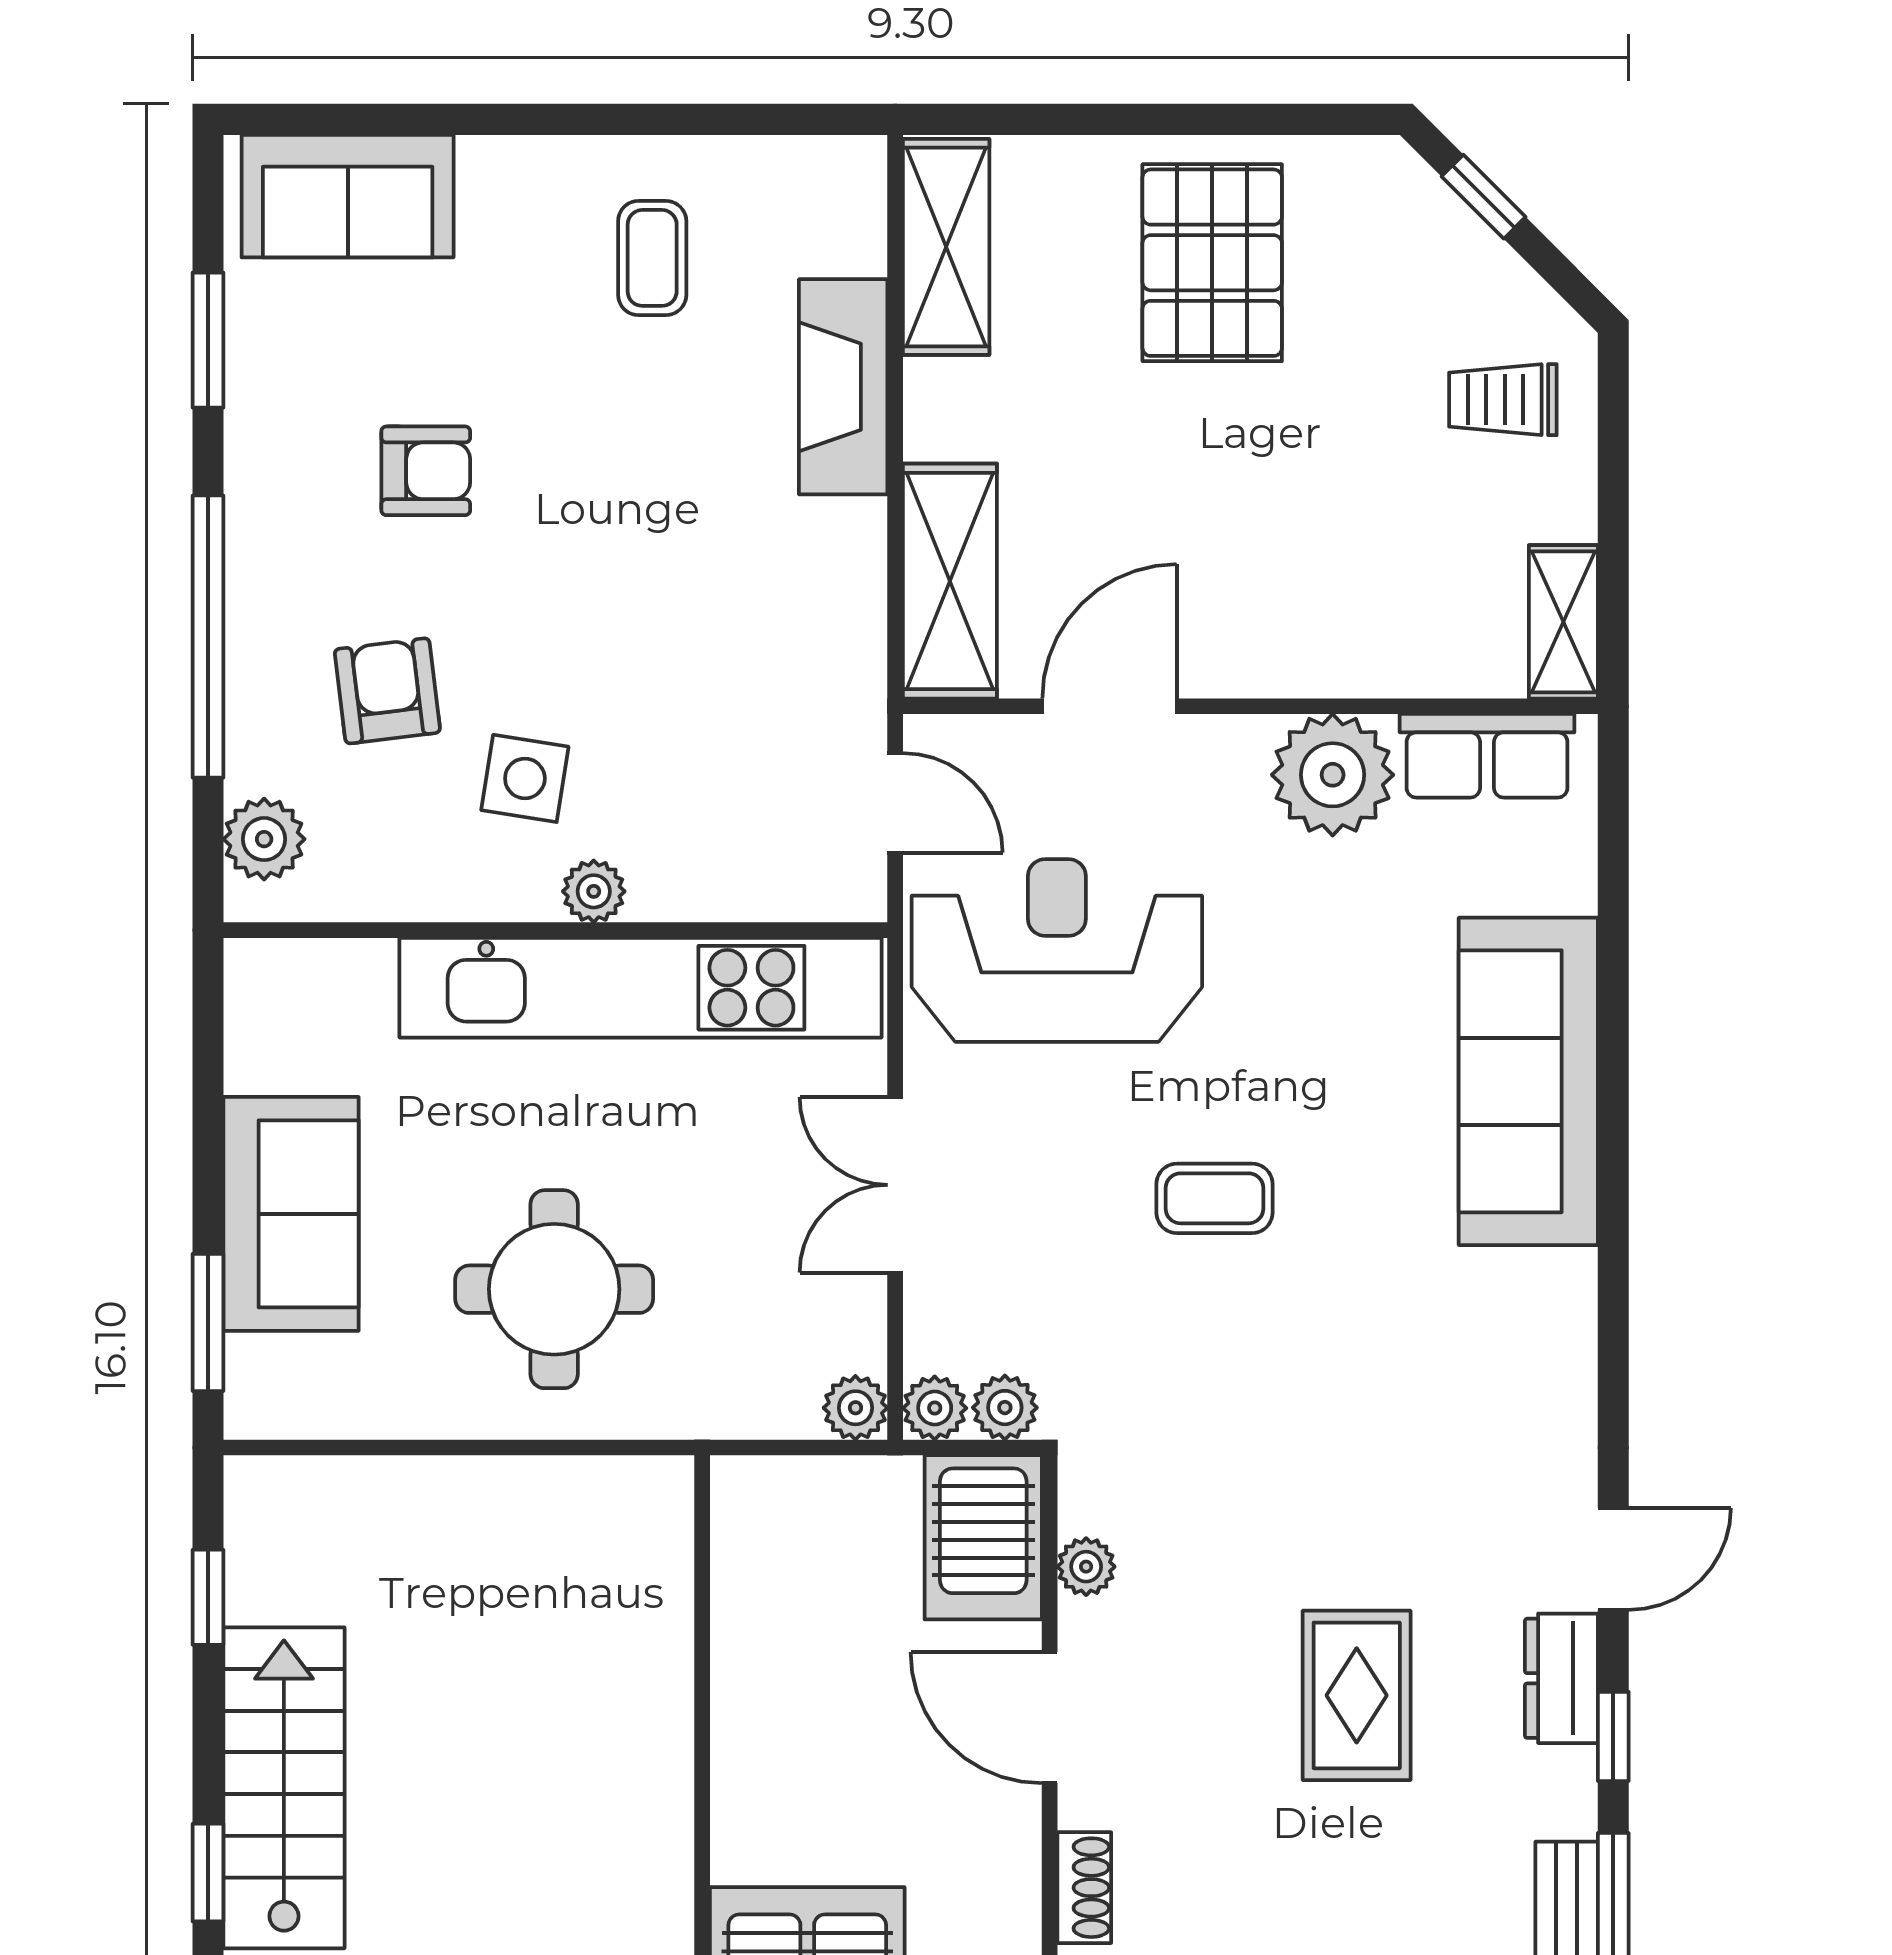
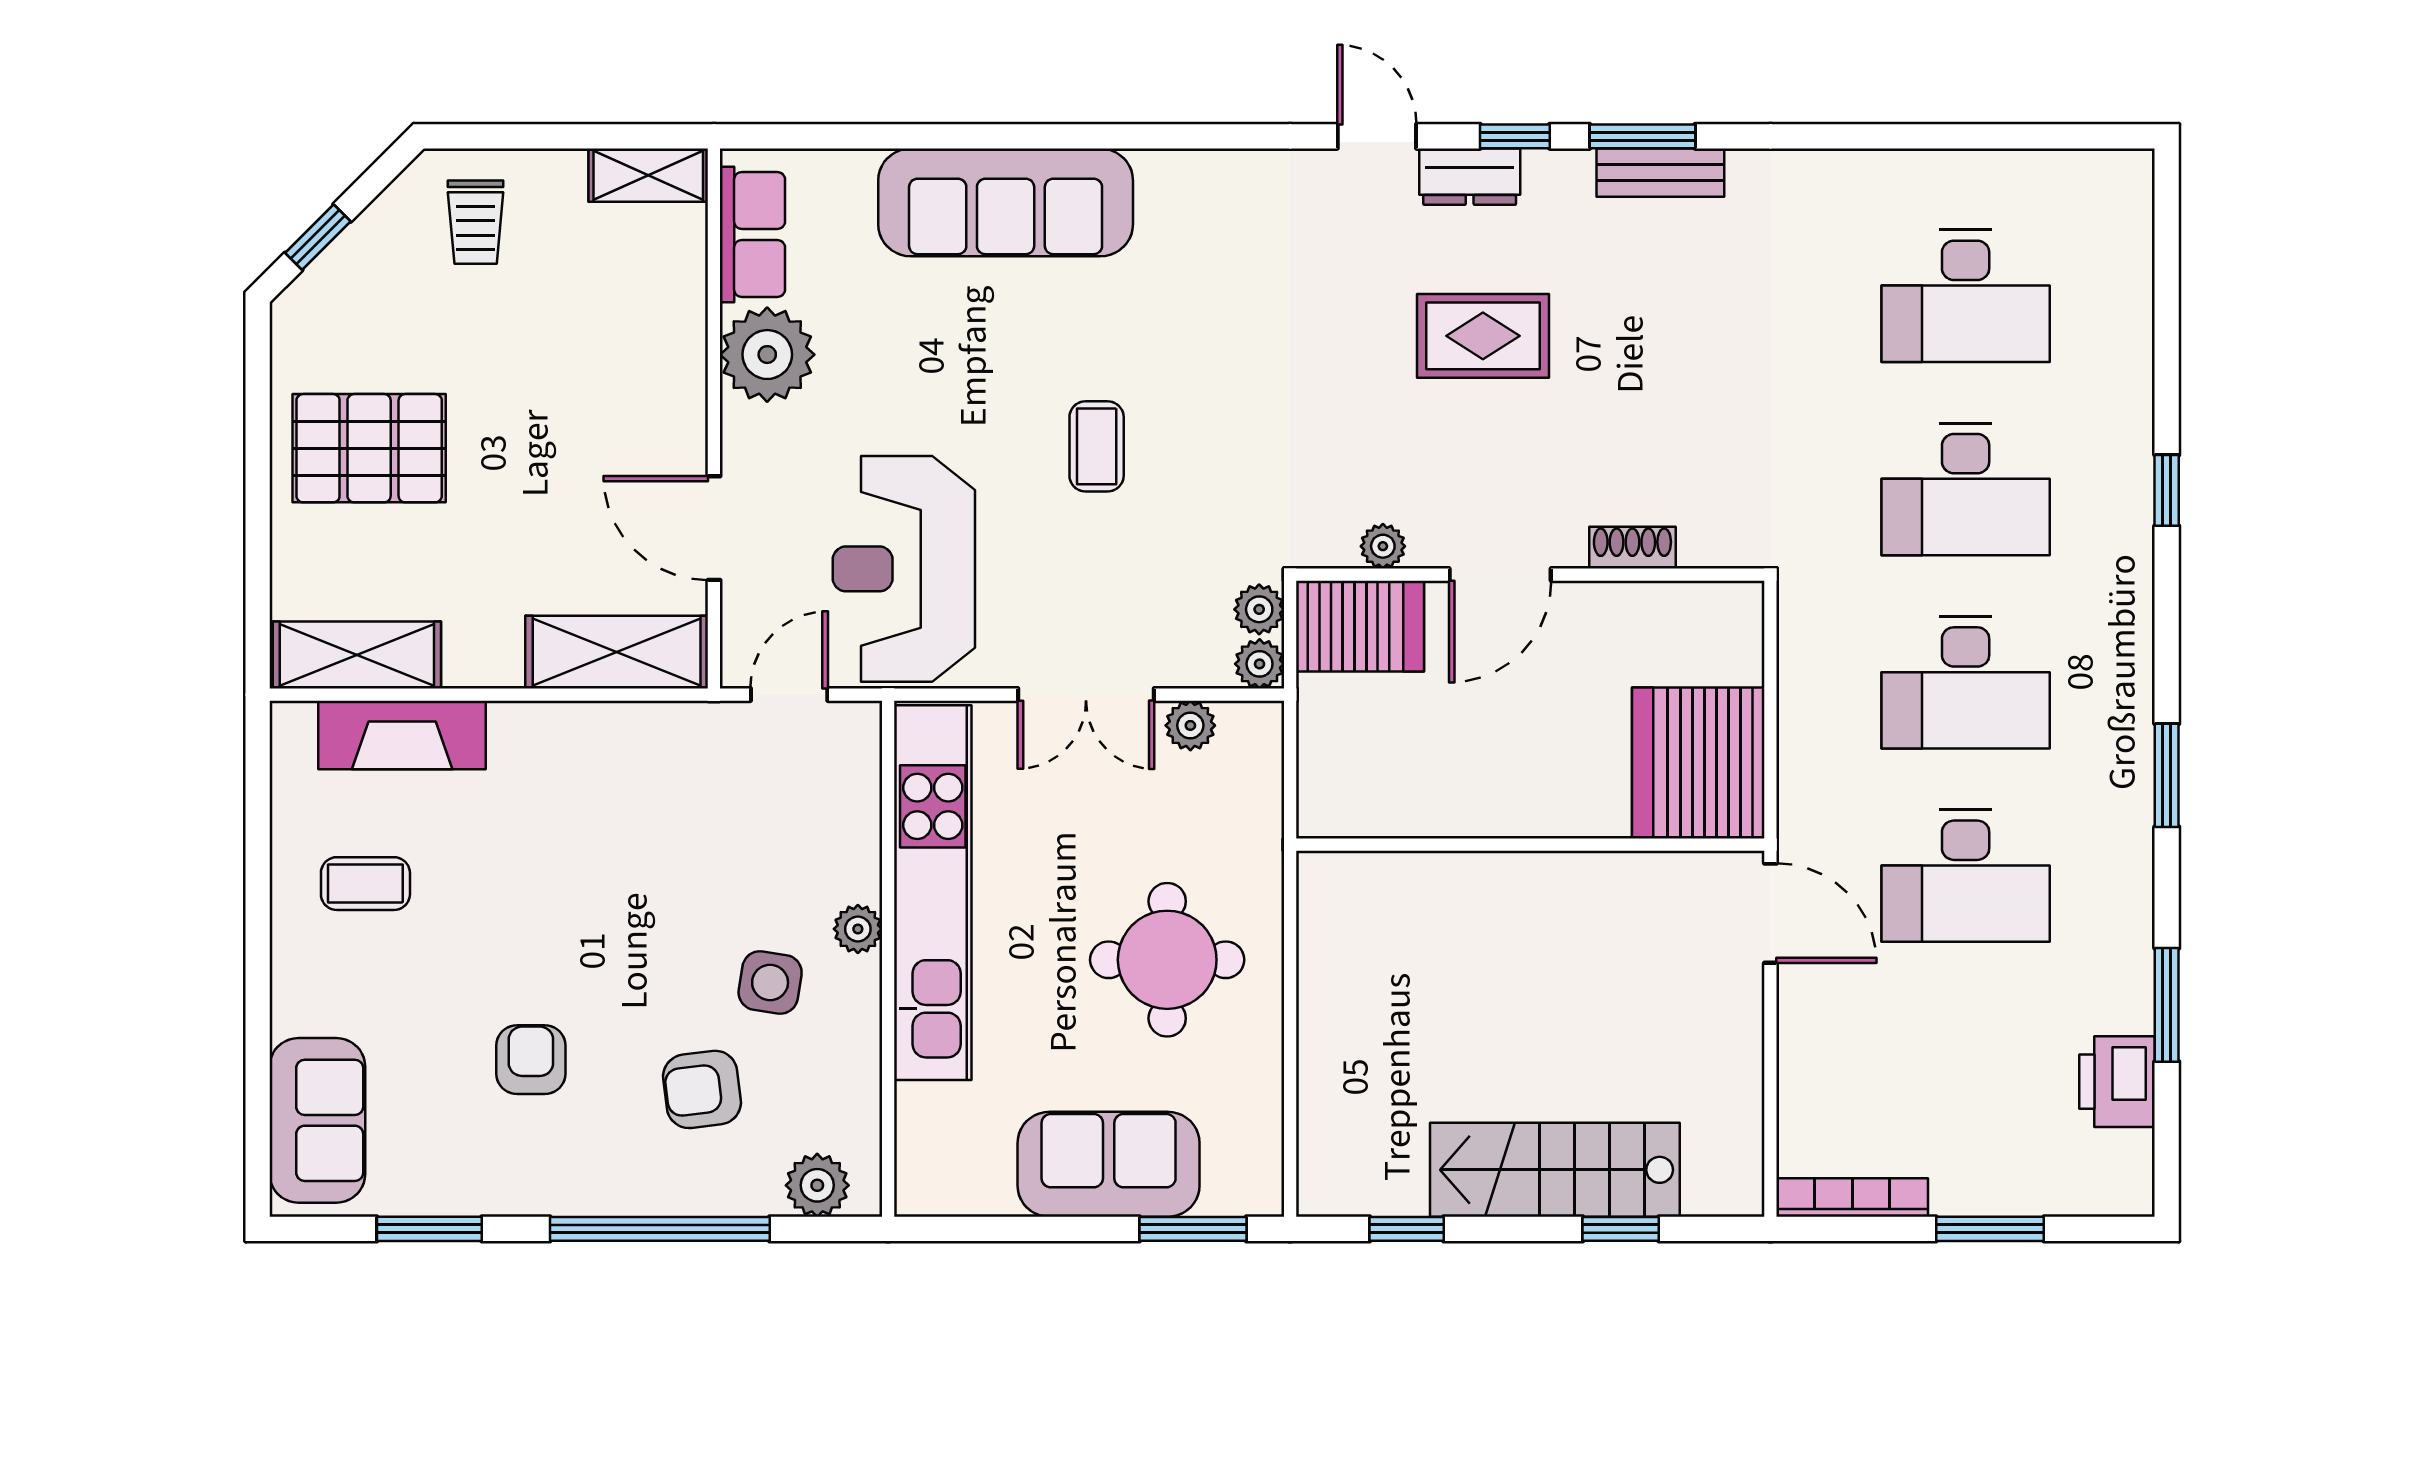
fireplace: (843, 387) -> (402, 735), moved
plant: (855, 1408) -> (1190, 725), moved

